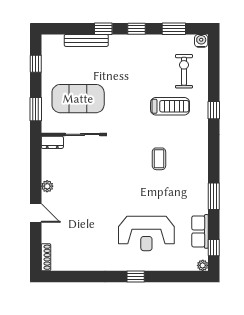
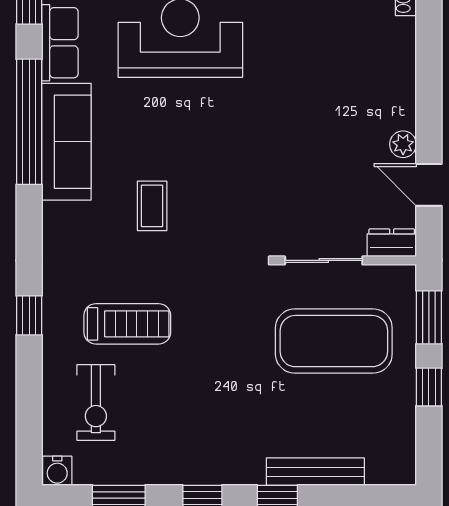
window: (36, 64) -> (429, 387), moved
treadmill: (170, 106) -> (127, 324), turned 180
sofa: (197, 187) -> (66, 142), added
window: (214, 196) -> (29, 122), width x2.11
door: (36, 213) -> (429, 185), moved

